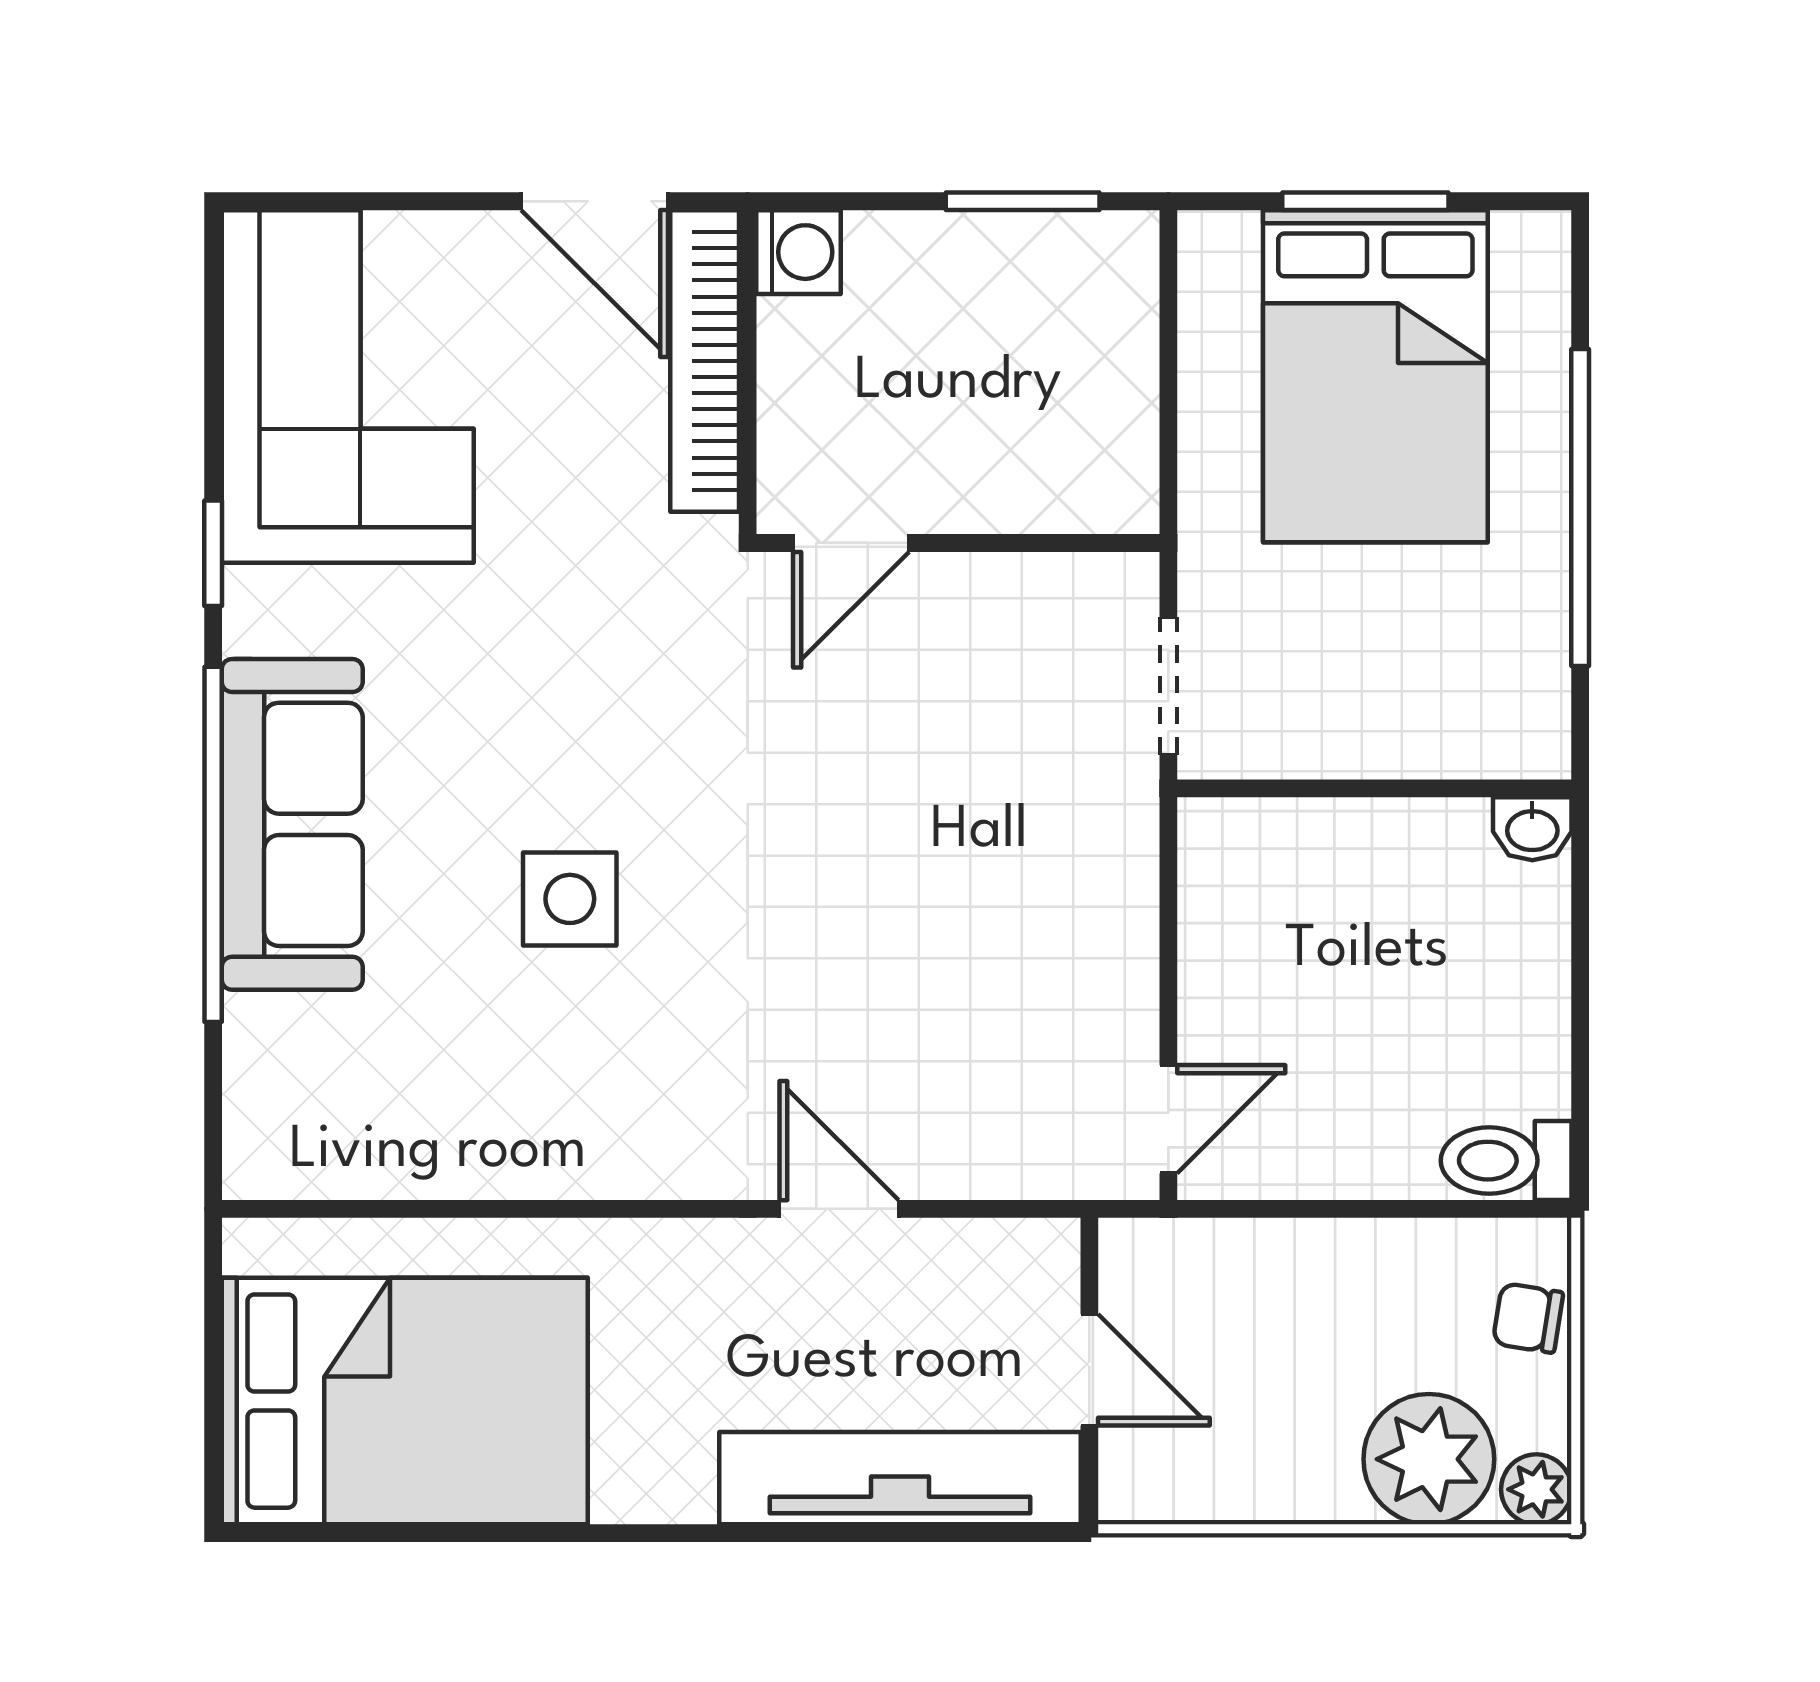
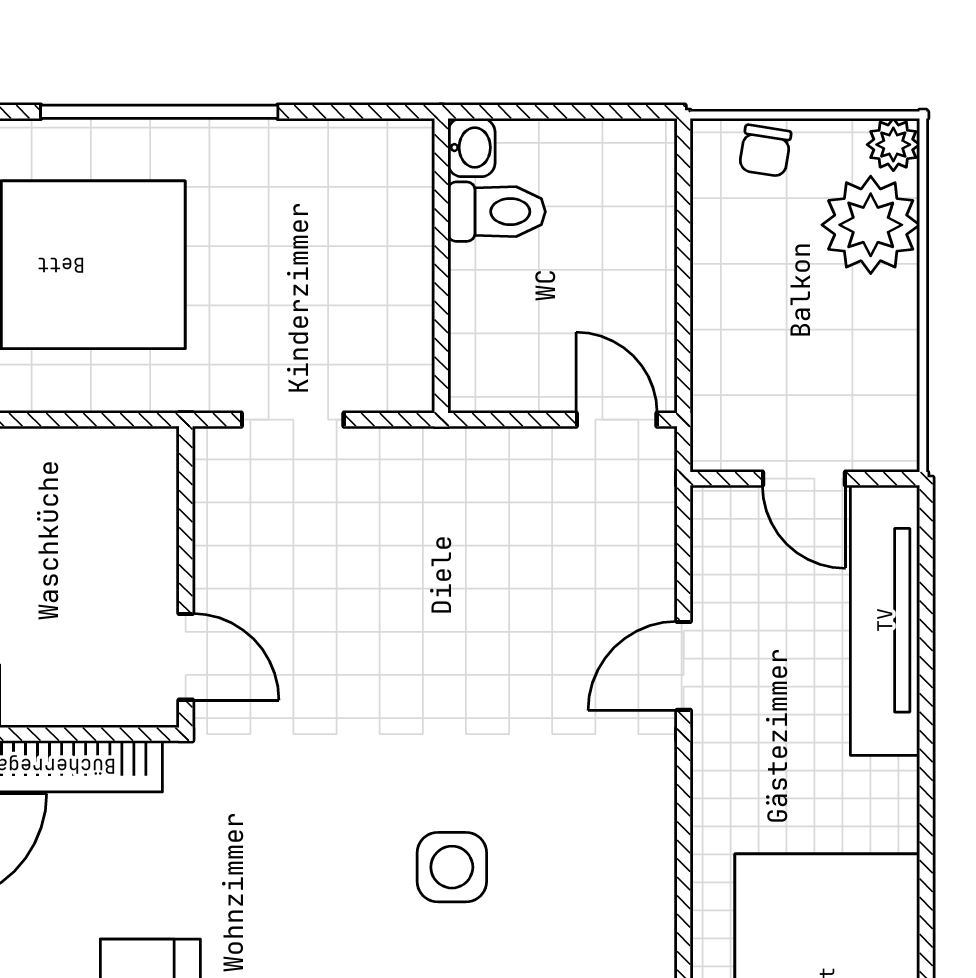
wall: (1374, 788) -> (441, 266), moved
washbasin: (1532, 829) -> (471, 147), moved
toilet: (1506, 1161) -> (497, 212), moved, turned -90
door: (1089, 1370) -> (804, 479), swing flipped

